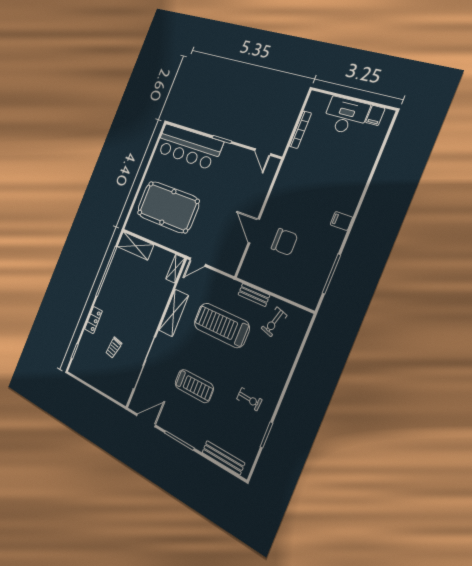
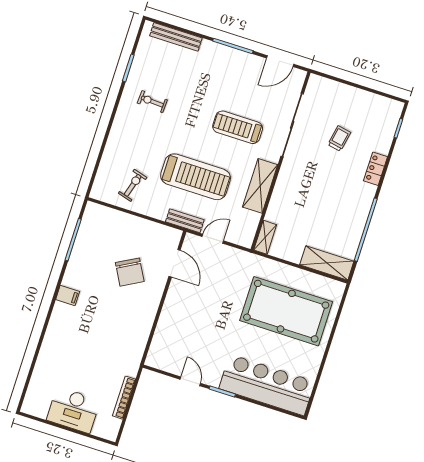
filing cabinet: (375, 115) -> (41, 408), removed
door: (263, 152) -> (190, 381), moved
door: (254, 231) -> (175, 263), moved
chair: (284, 242) -> (130, 272), turned -119
door: (198, 262) -> (213, 239), moved
bench: (254, 295) -> (185, 221), moved
treadmill: (194, 386) -> (238, 127), moved

